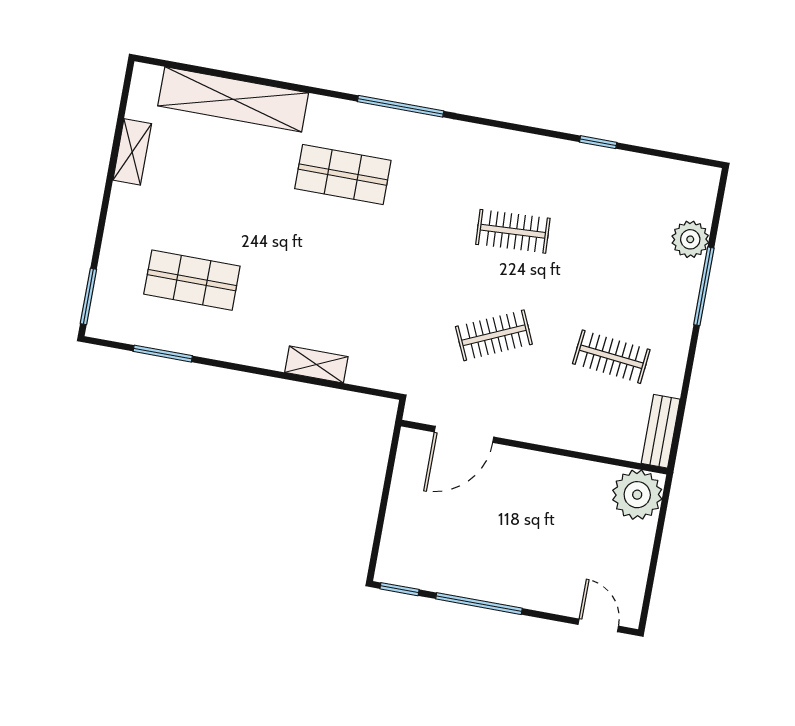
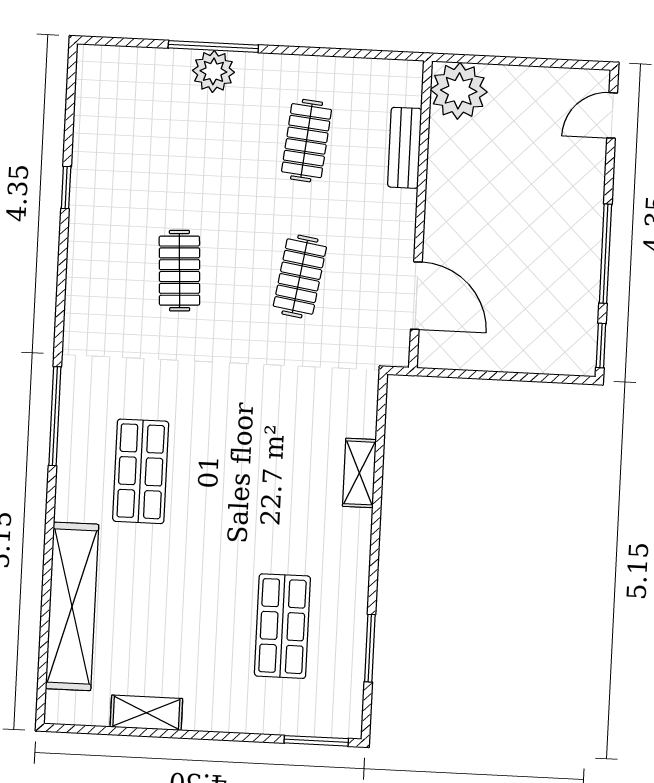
plant: (690, 239) -> (213, 71), moved
clothes rail: (494, 335) -> (300, 277), turned 33
bench: (661, 431) -> (405, 148), moved, turned 90

